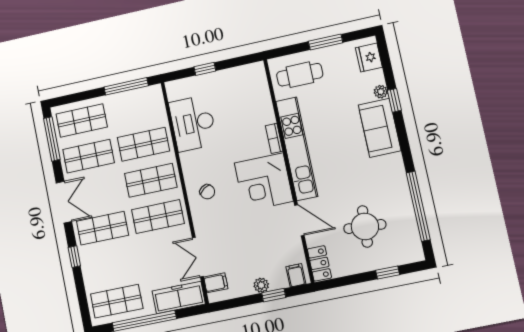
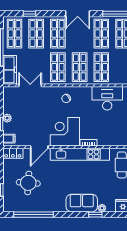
window: (74, 257) -> (29, 14), moved
shop shelf: (110, 265) -> (36, 34), added
filing cabinet: (216, 283) -> (14, 93), removed

